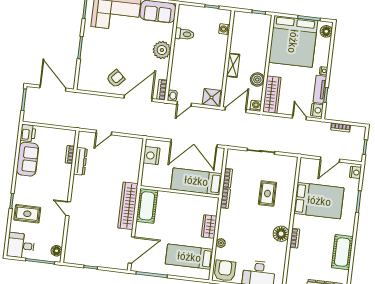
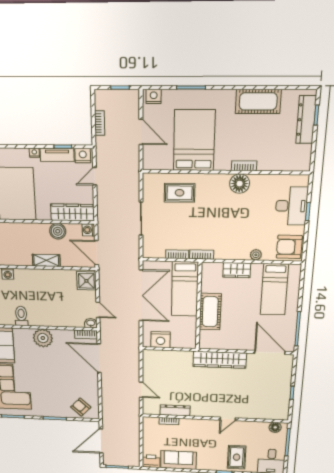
armchair: (116, 79) -> (81, 407), moved
rug: (267, 193) -> (180, 193), moved
cot: (147, 206) -> (210, 312), moved, turned 90

